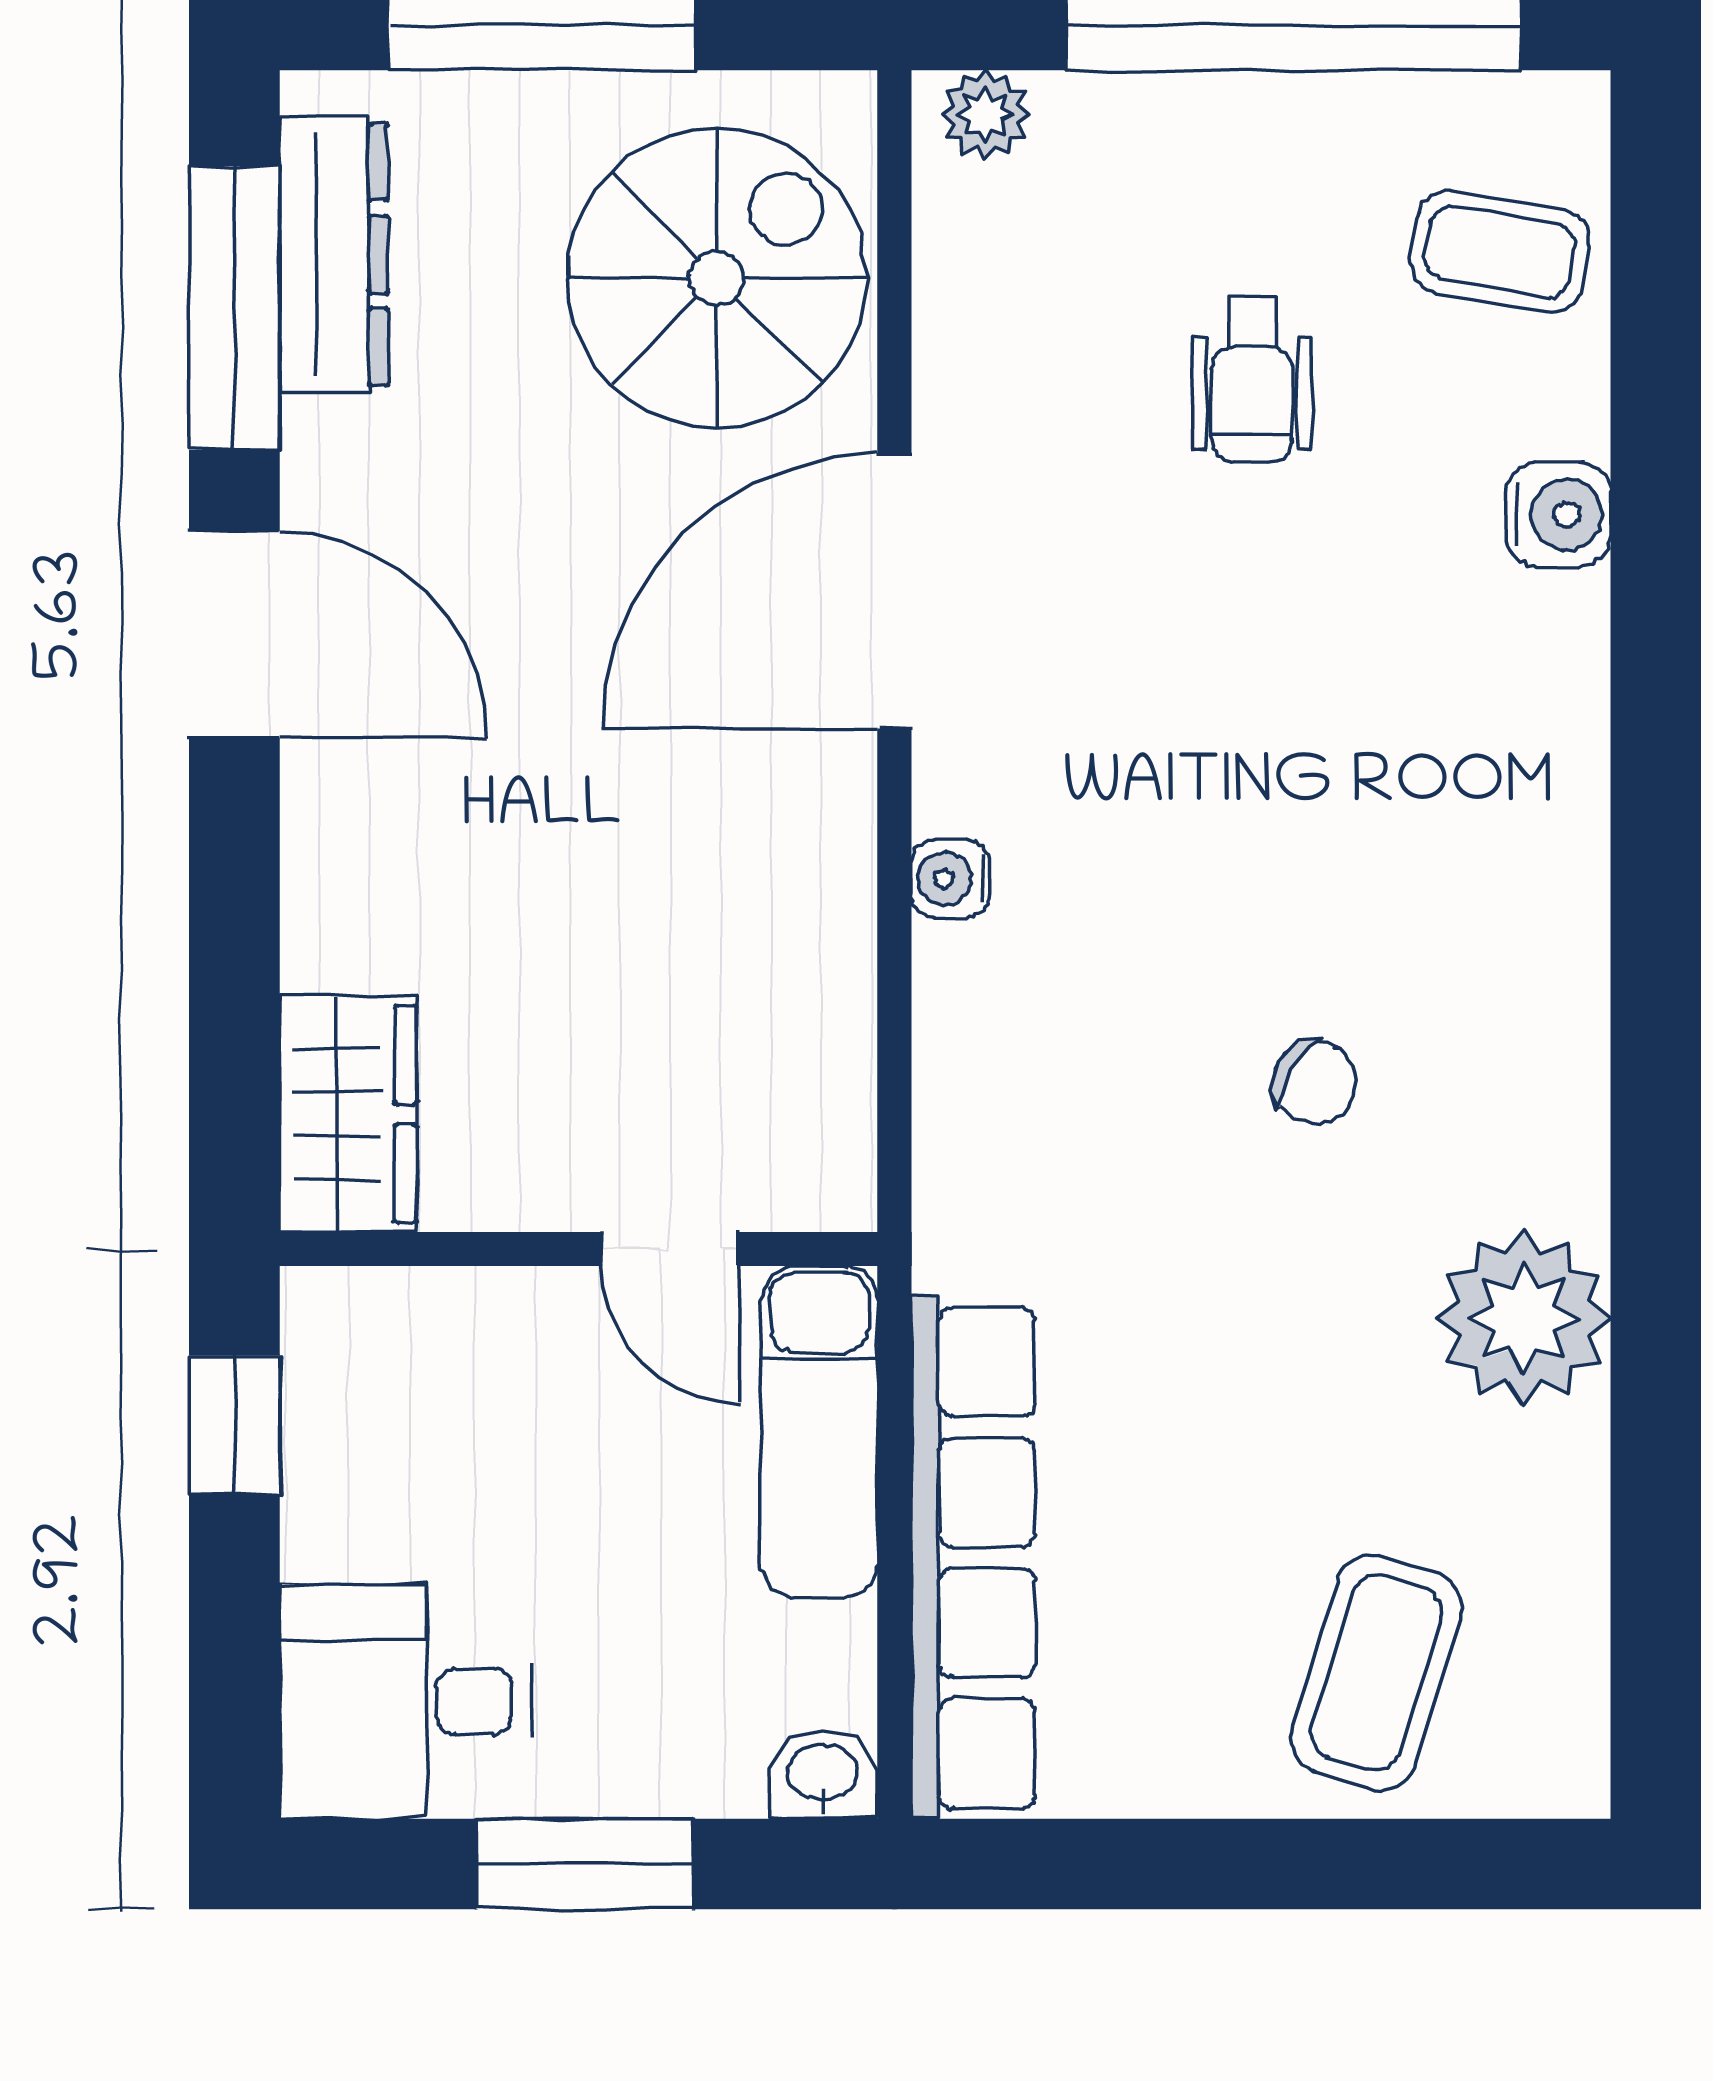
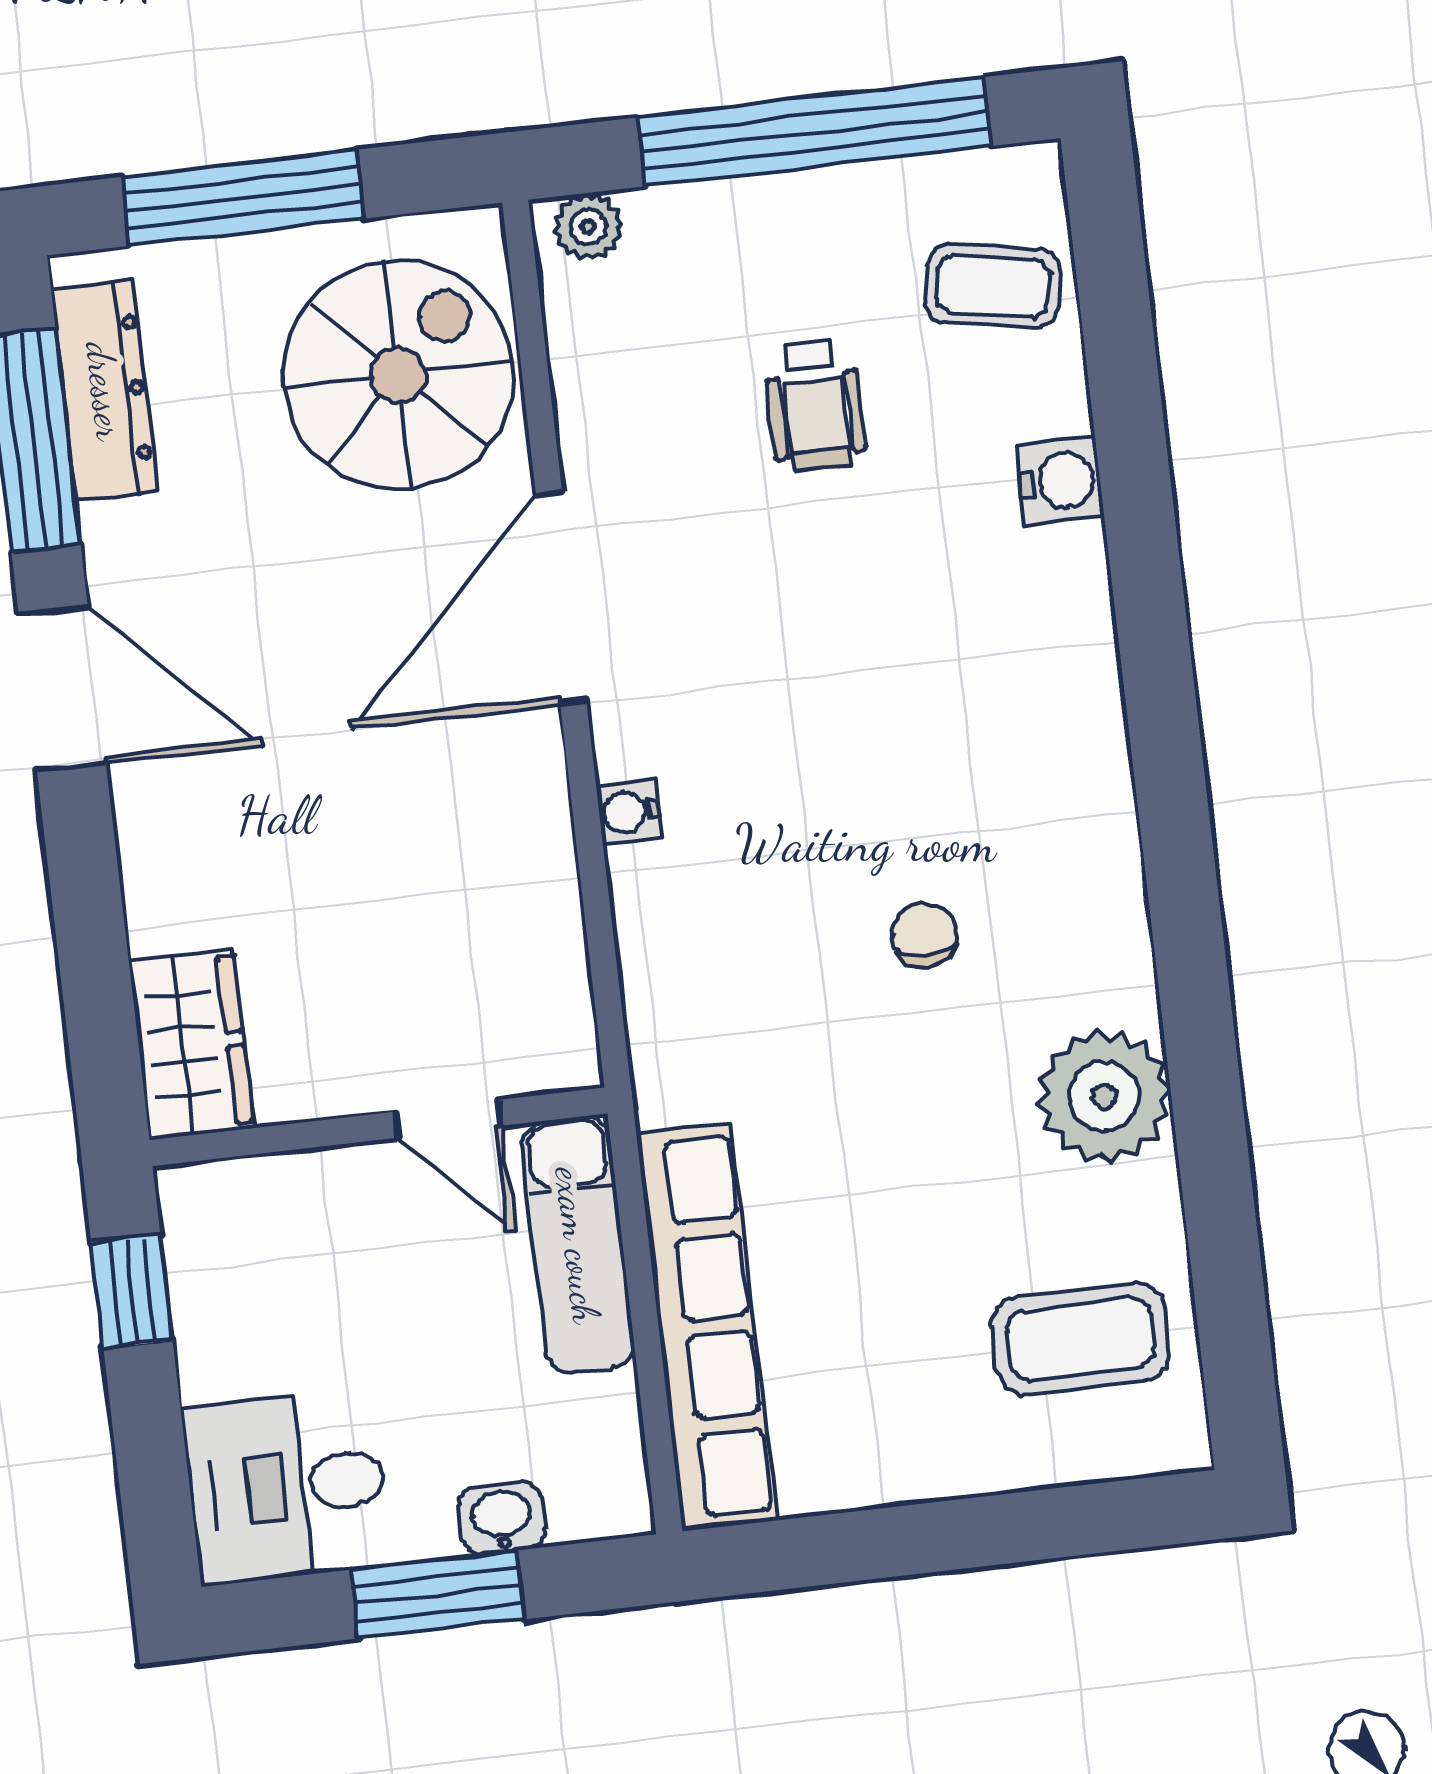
chair: (1315, 1082) -> (924, 935), turned -120
coffee table: (1376, 1673) -> (1080, 1339), moved, turned 73
washbasin: (823, 1775) -> (502, 1518), moved

